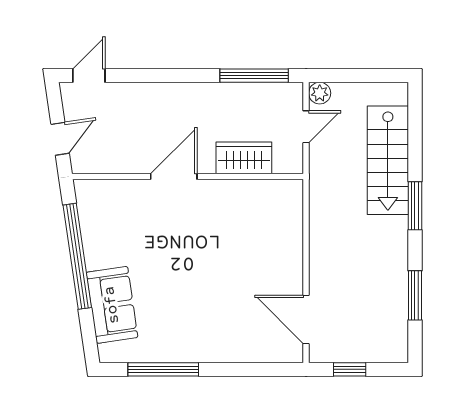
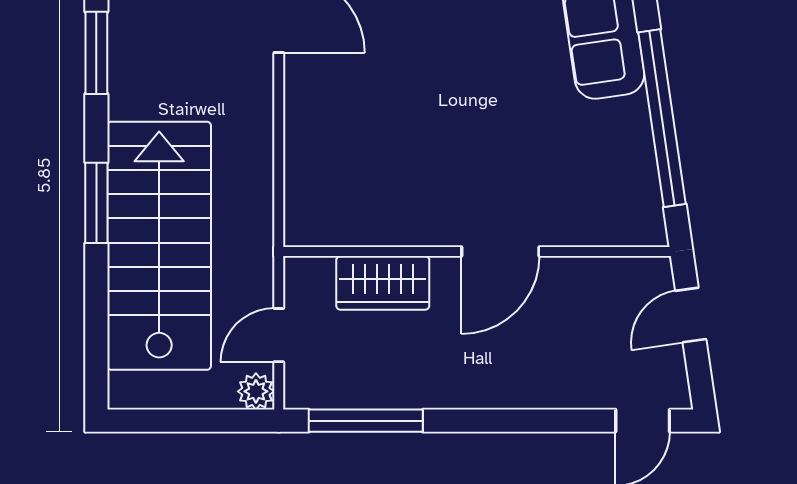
stairs: (388, 160) -> (159, 246), width x1.36, depth x1.51

